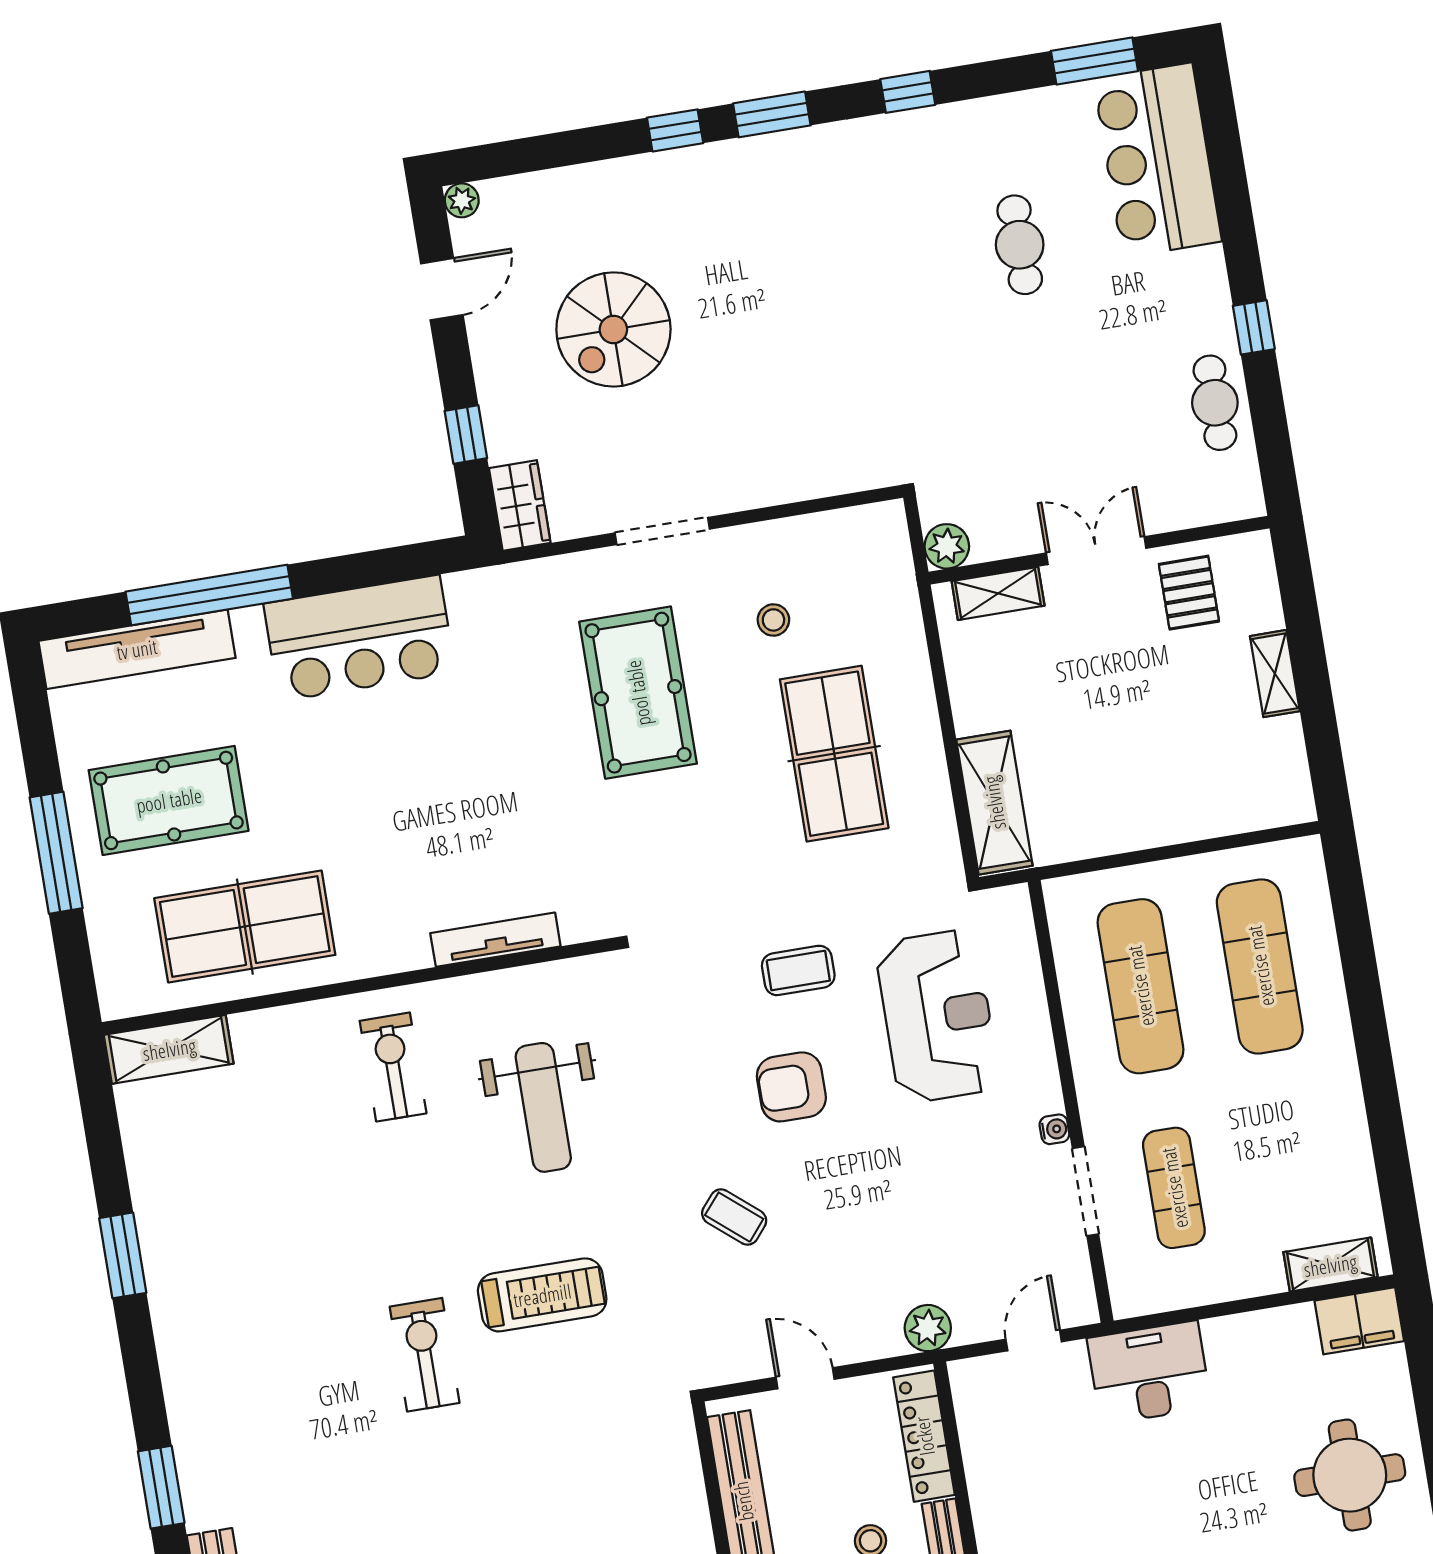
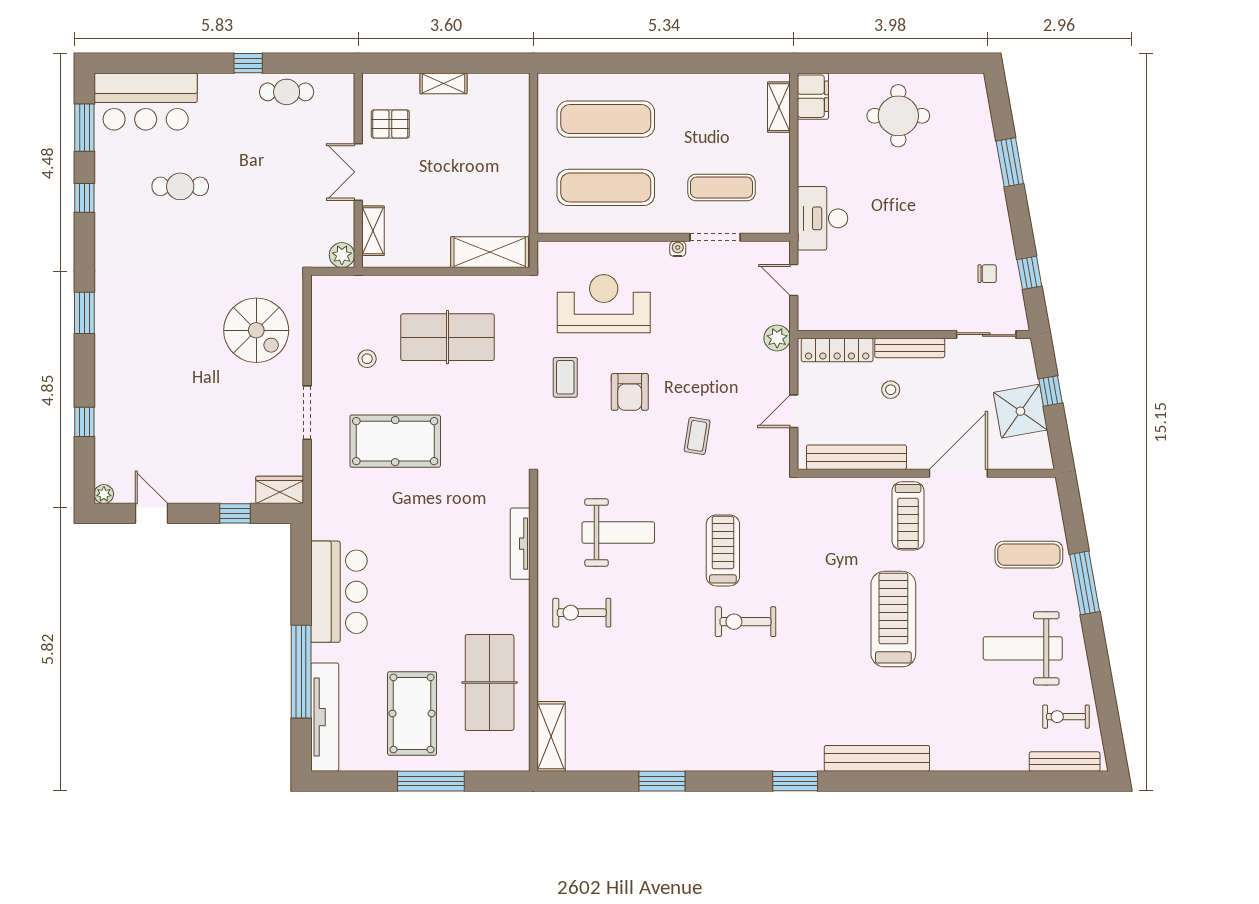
window: (908, 92) -> (84, 198), moved
window: (675, 130) -> (84, 422), moved
spiral stairs: (613, 329) -> (256, 330), moved
coffee table: (734, 1217) -> (697, 436), turned -31

